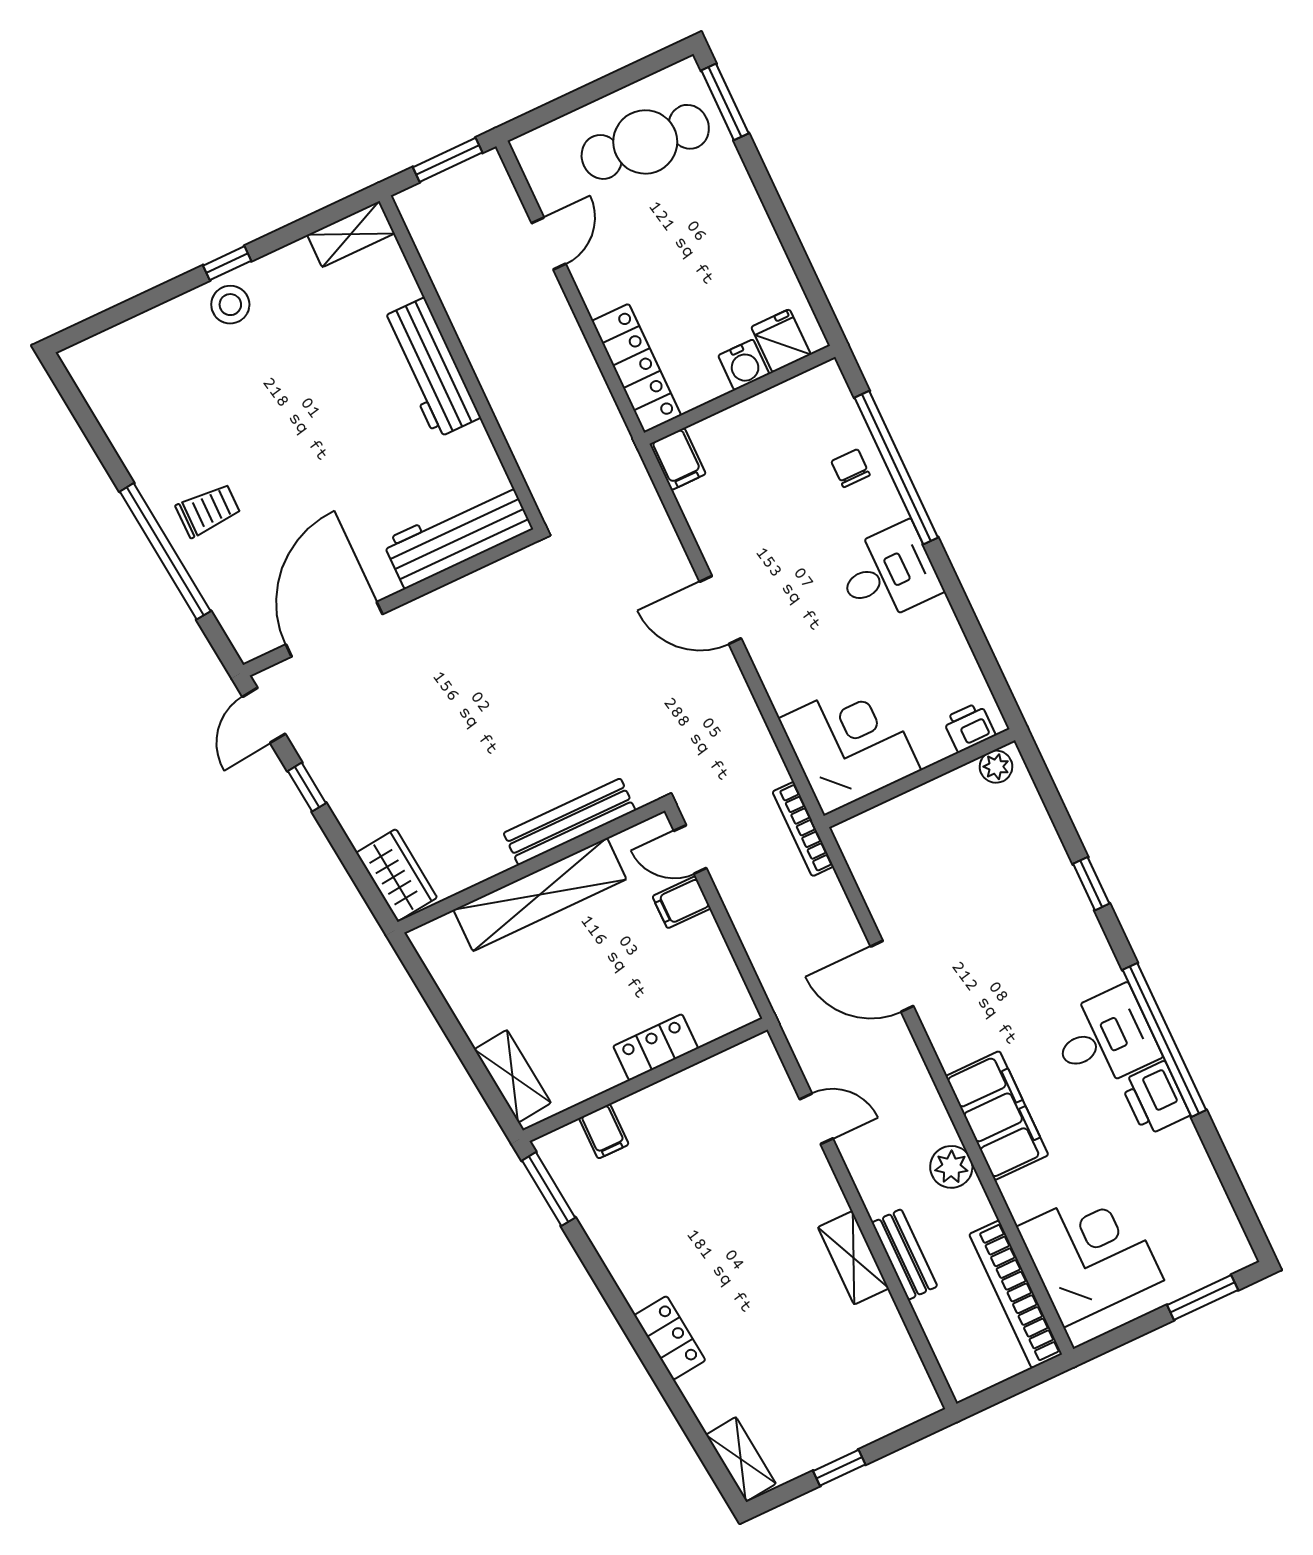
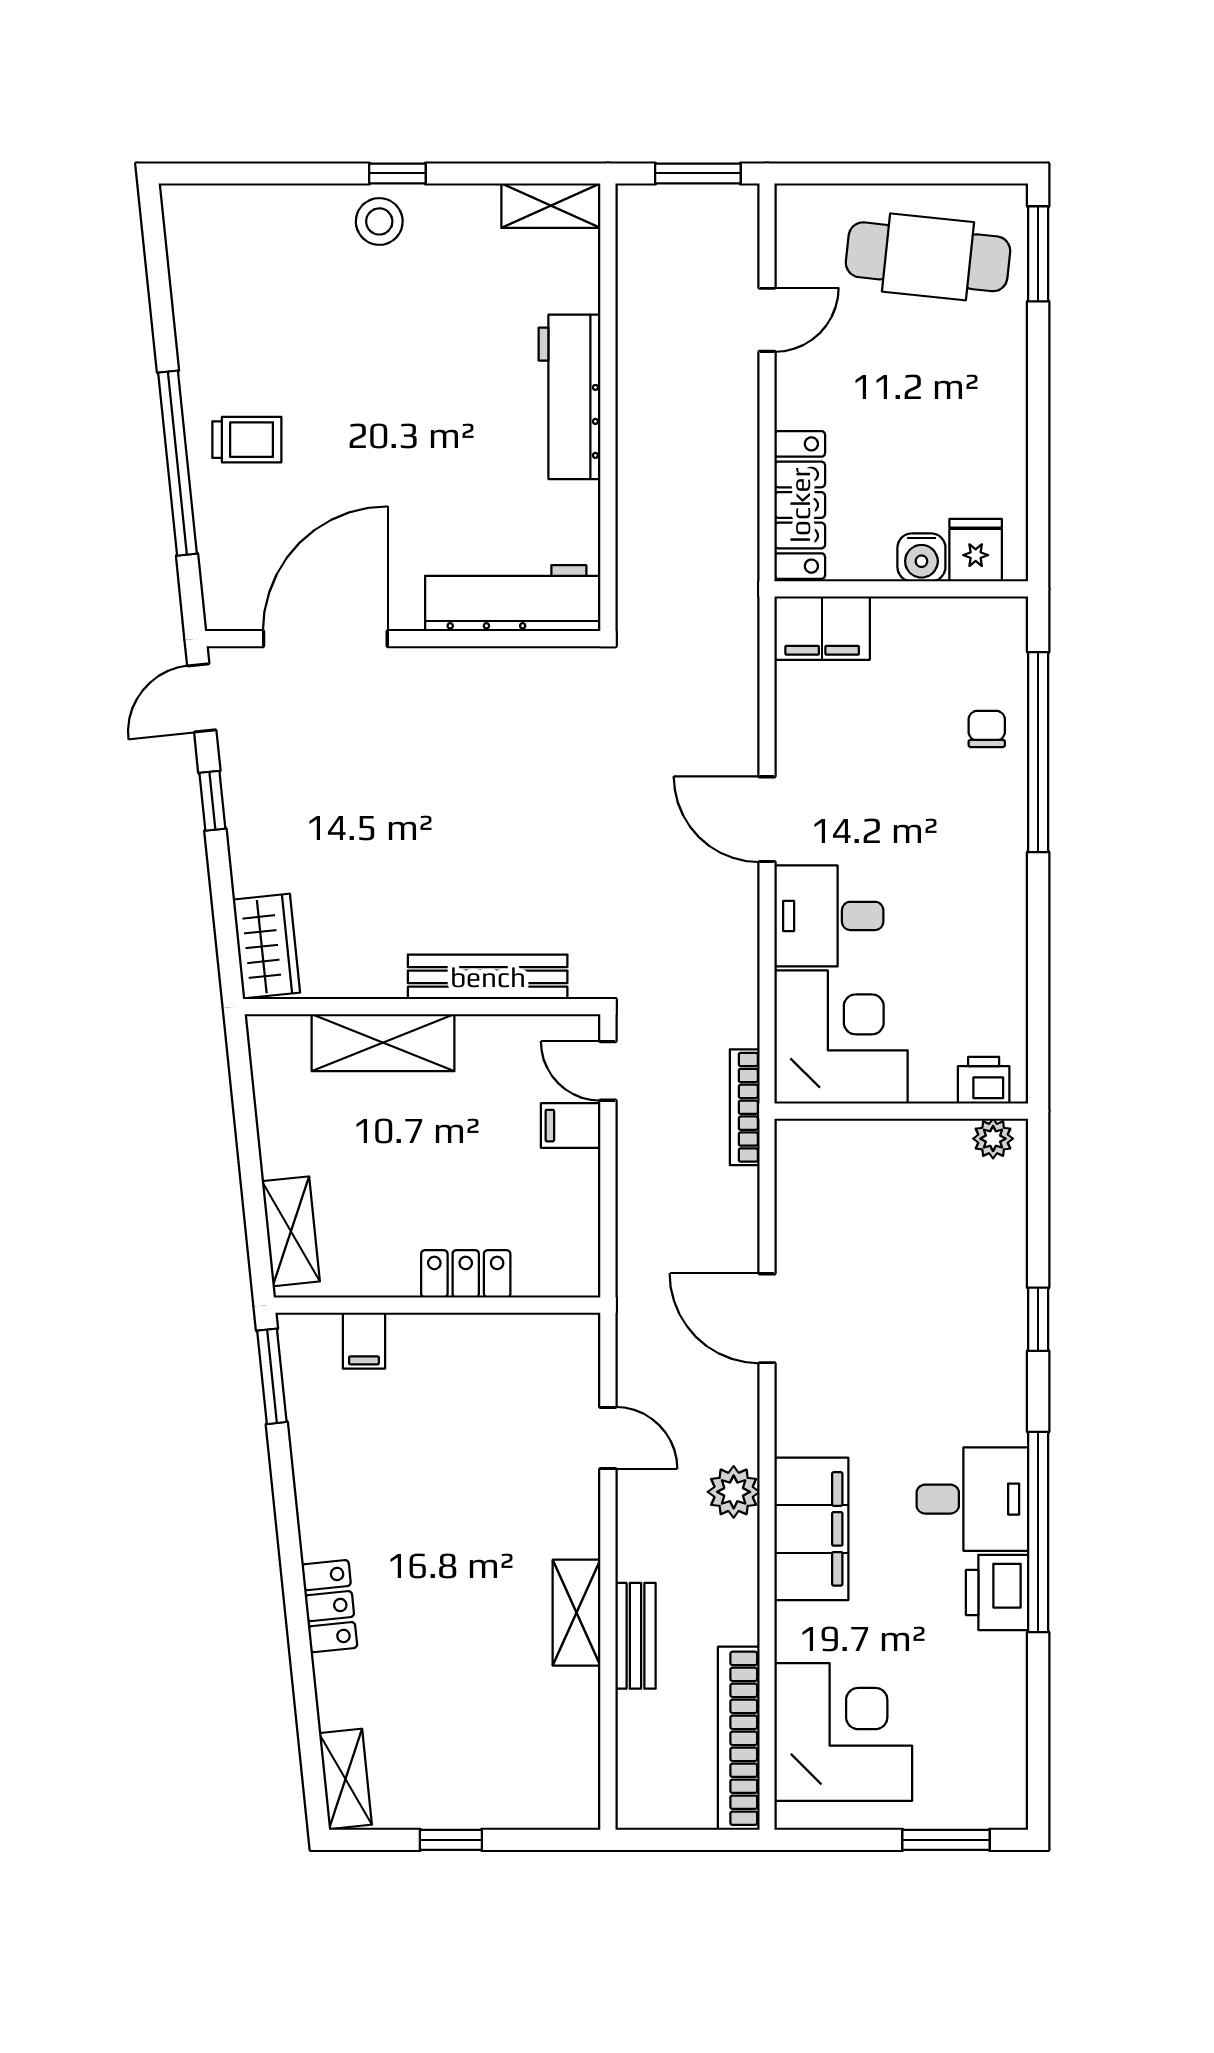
filing cabinet: (678, 459) -> (822, 628), width x2.00
desk: (888, 573) -> (829, 916), moved, turned 180
shelving: (540, 895) -> (383, 1043), width x0.68
plant: (951, 1167) -> (734, 1492), moved

